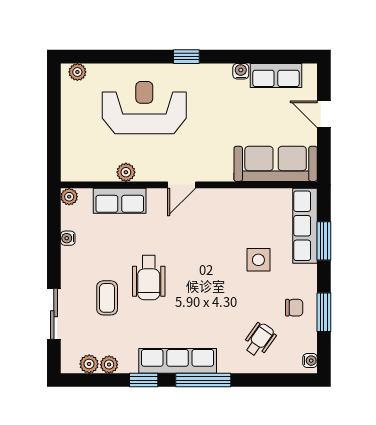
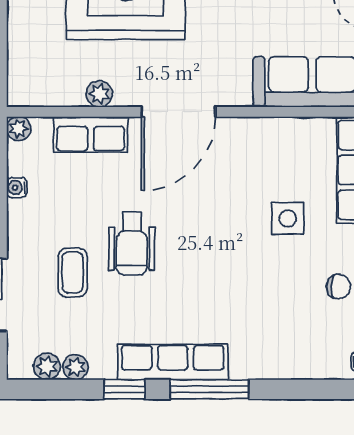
door: (182, 185) -> (179, 112), width x1.88
wheelchair: (260, 340) -> (289, 332), removed

